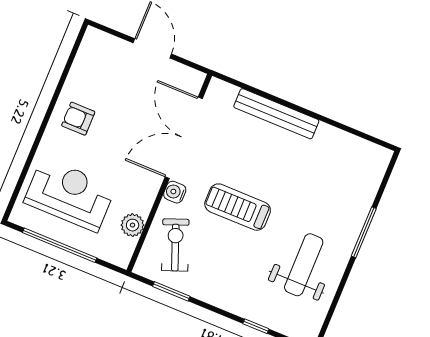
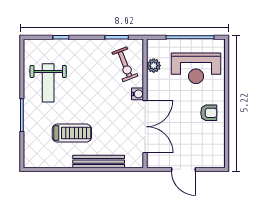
treadmill: (238, 207) -> (72, 133), moved

